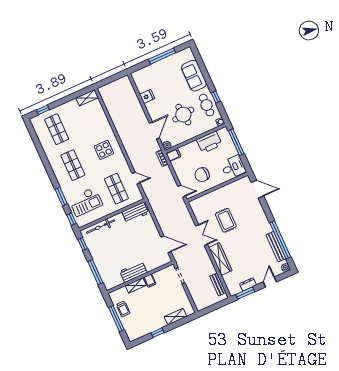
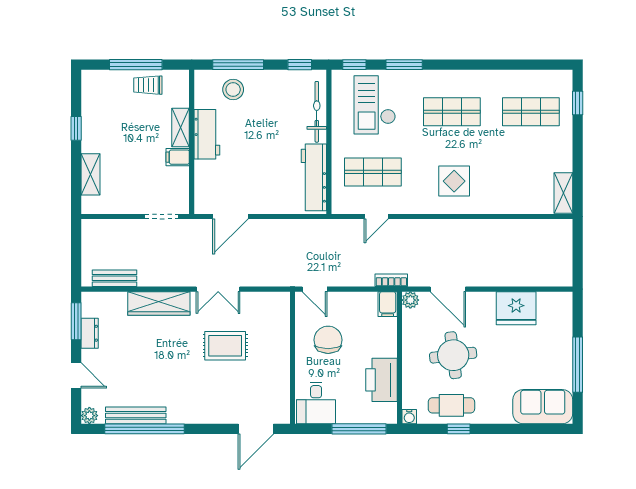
sofa: (194, 76) -> (543, 407), moved
fridge: (147, 96) -> (516, 308), width x1.88, depth x1.34
door: (182, 191) -> (315, 289), hinge flipped
workbench: (135, 213) -> (314, 177), width x1.38
stool: (108, 269) -> (233, 89), added

